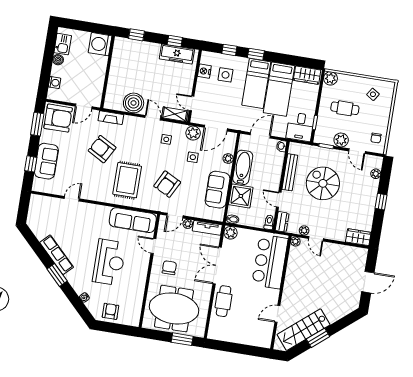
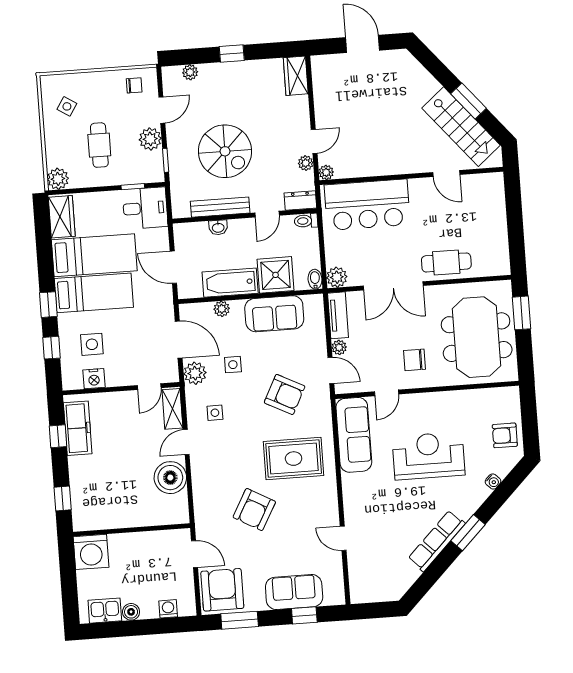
fireplace: (111, 118) -> (202, 507), removed
washbasin: (281, 146) -> (218, 227), moved
spiral stairs: (323, 183) -> (225, 151), turned -90

